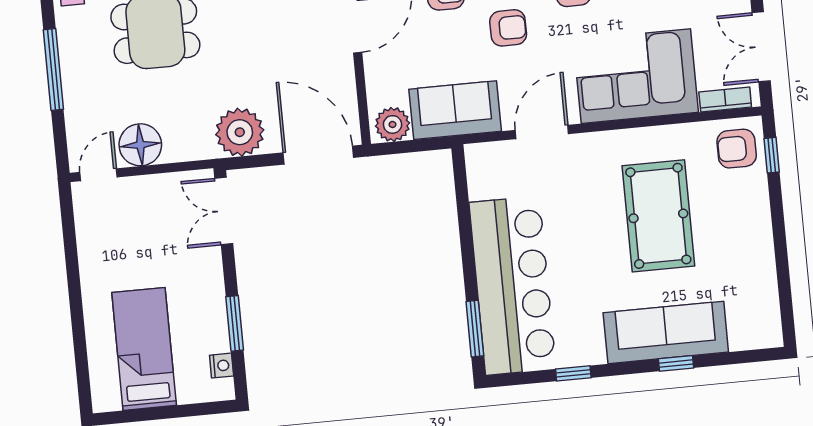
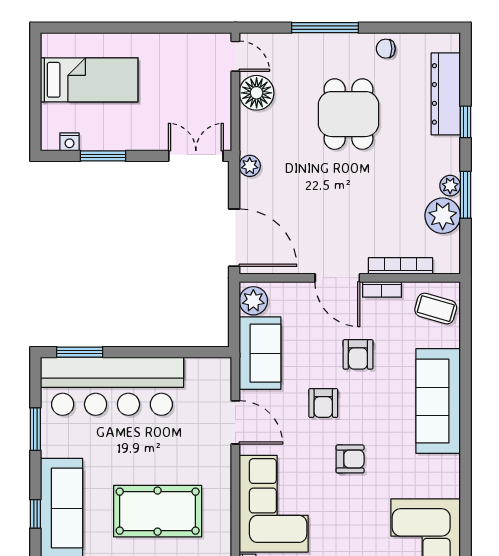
plant: (240, 132) -> (250, 166), width x0.53, depth x0.53
door: (318, 155) -> (234, 238), hinge flipped
window: (573, 373) -> (35, 429), width x1.50

